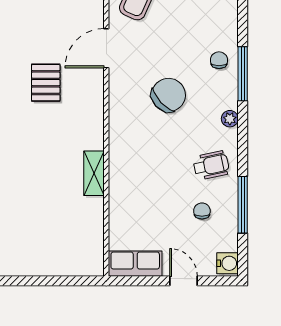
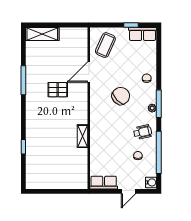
window: (243, 74) -> (159, 104), moved
pallet: (46, 83) -> (58, 90), turned 90
window: (243, 205) -> (159, 152), width x1.46
door: (184, 281) -> (128, 191), swing flipped

